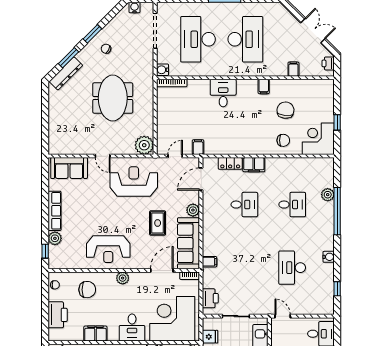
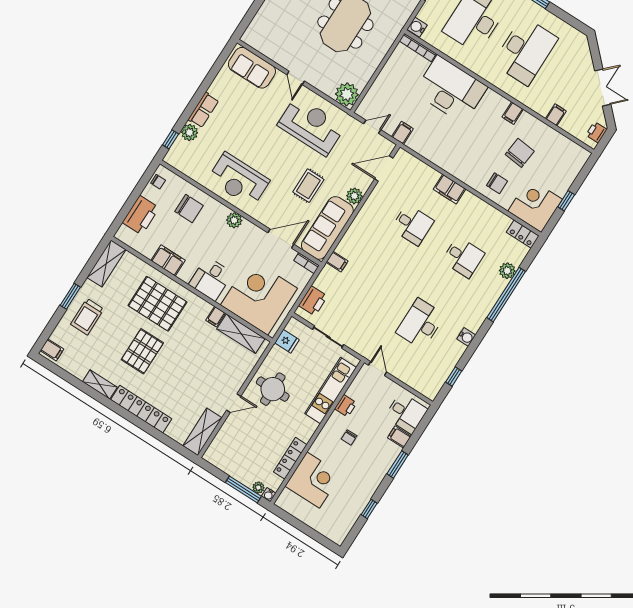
desk: (223, 93) -> (451, 90), width x1.87, depth x1.30
locker: (230, 163) -> (523, 234), moved
row of seats: (55, 211) -> (203, 110), width x0.68

